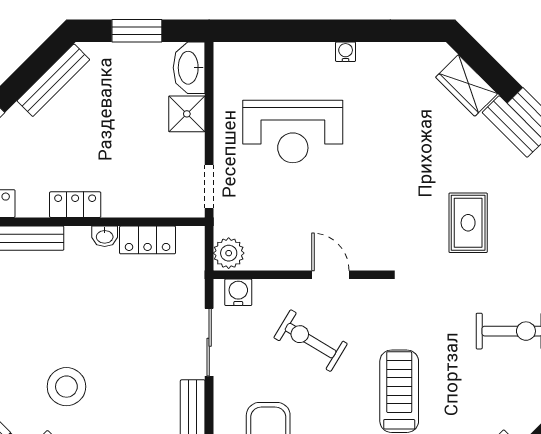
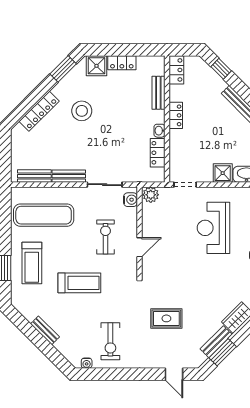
exercise bike: (311, 341) -> (105, 237), turned -31

